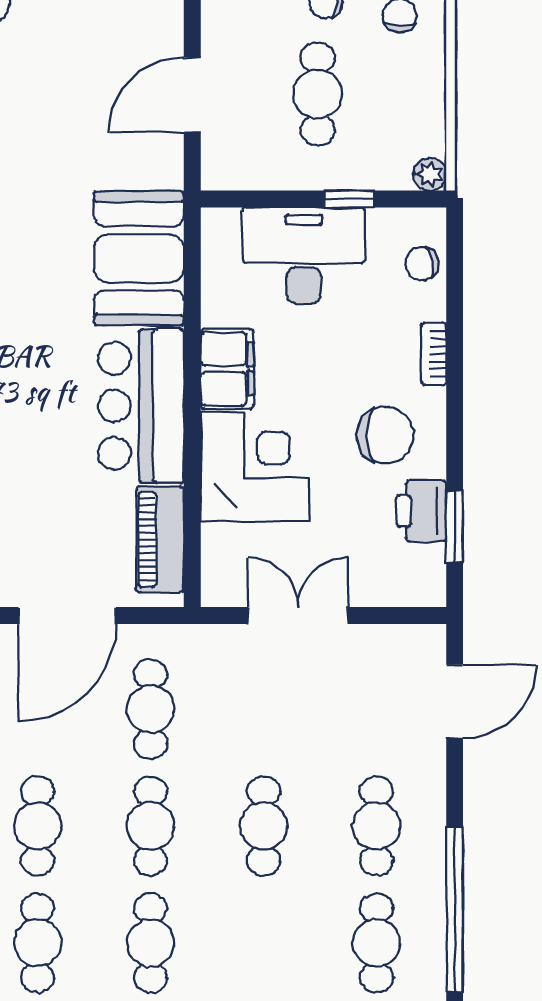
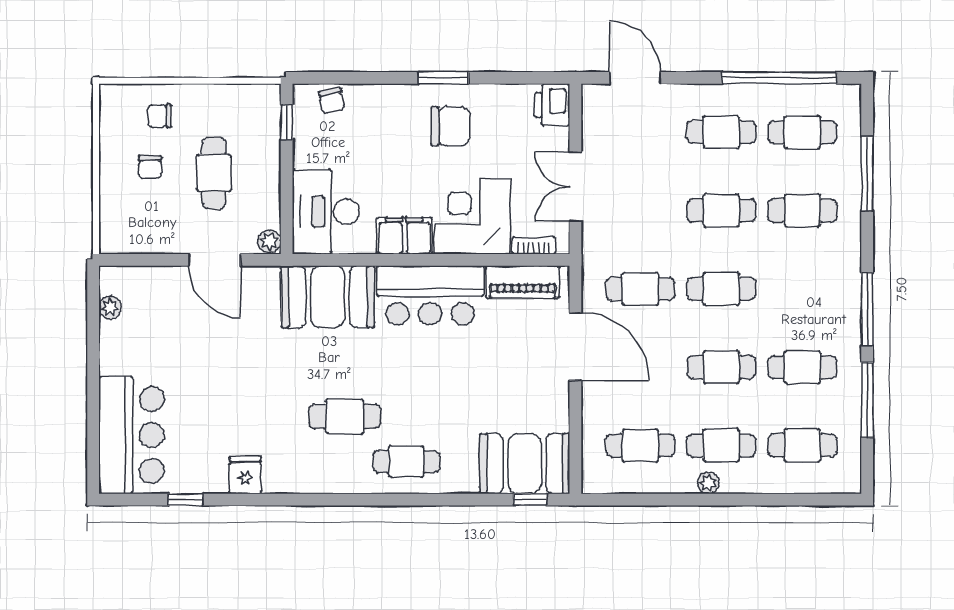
cafe table: (318, 94) -> (214, 173), turned 90
plant: (430, 174) -> (269, 241), moved
window: (349, 199) -> (287, 122), moved
desk: (304, 255) -> (326, 212), moved
bookcase: (434, 354) -> (534, 245), moved, turned 180
chair: (385, 435) -> (450, 126), turned 90
printer: (421, 511) -> (552, 105), moved, turned 90
window: (455, 527) -> (443, 78), moved
cafe table: (151, 943) -> (802, 210), moved

